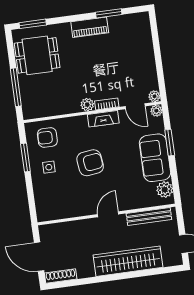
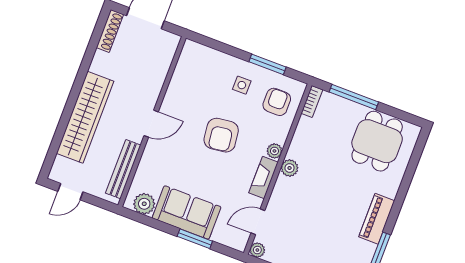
window: (33, 24) -> (416, 156), removed
bookcase: (107, 104) -> (312, 101), moved
plant: (156, 111) -> (274, 151), moved
door: (108, 214) -> (151, 124), hinge flipped

